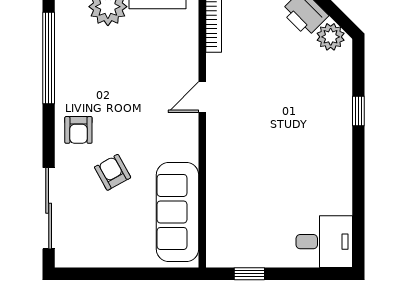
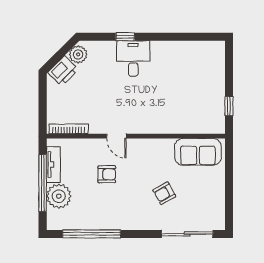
armchair: (78, 130) -> (107, 174), moved
sofa: (177, 212) -> (198, 152), width x0.73
desk: (324, 242) -> (133, 58), moved

